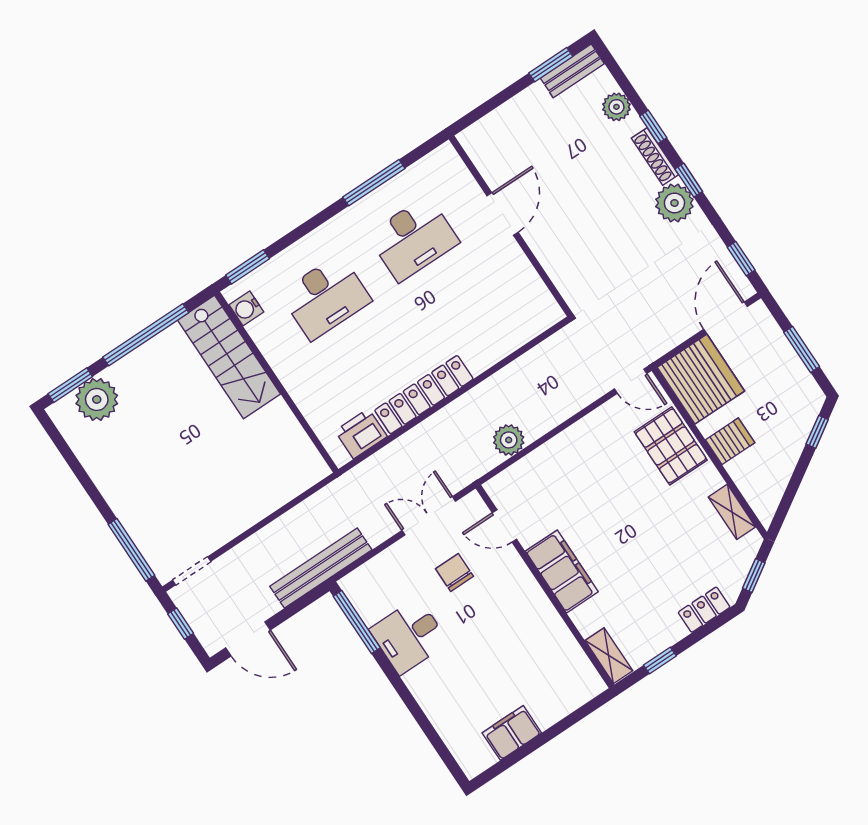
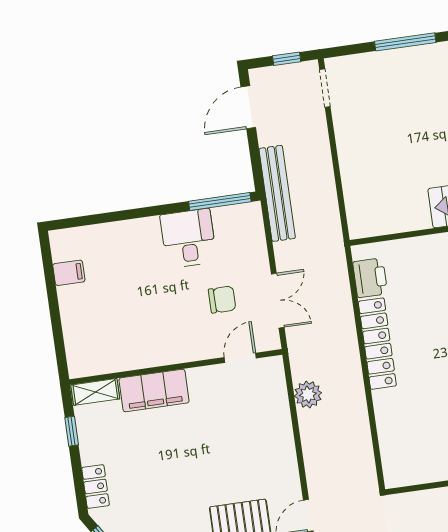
window: (131, 550) -> (405, 42), moved
filing cabinet: (562, 571) -> (154, 390), moved
filing cabinet: (512, 733) -> (69, 273), width x0.50

